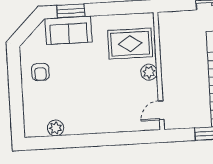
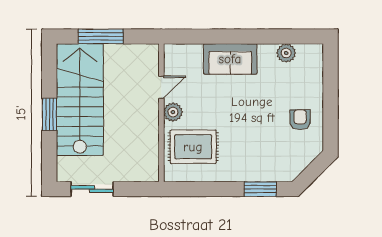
sofa: (69, 30) -> (230, 59), moved, turned 180
door: (161, 110) -> (161, 87), moved

